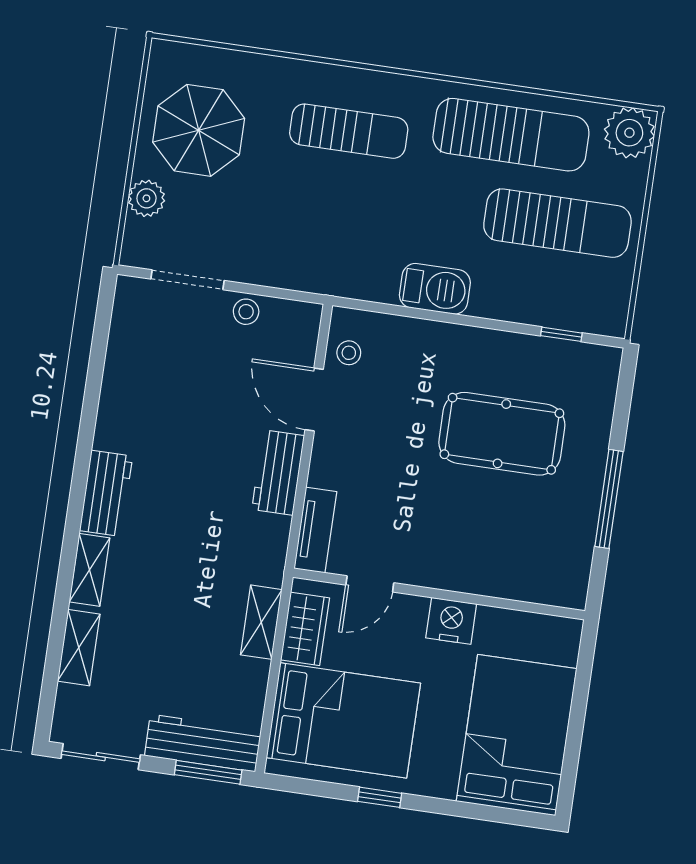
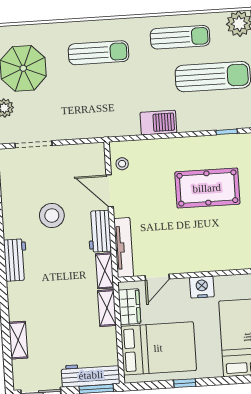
sun lounger: (511, 135) -> (180, 37), width x0.73, depth x0.75
stool: (246, 312) -> (52, 216), moved, width x1.89, depth x1.89
tv unit: (315, 530) -> (124, 247), width x1.41
shelving: (89, 570) -> (105, 271), moved

